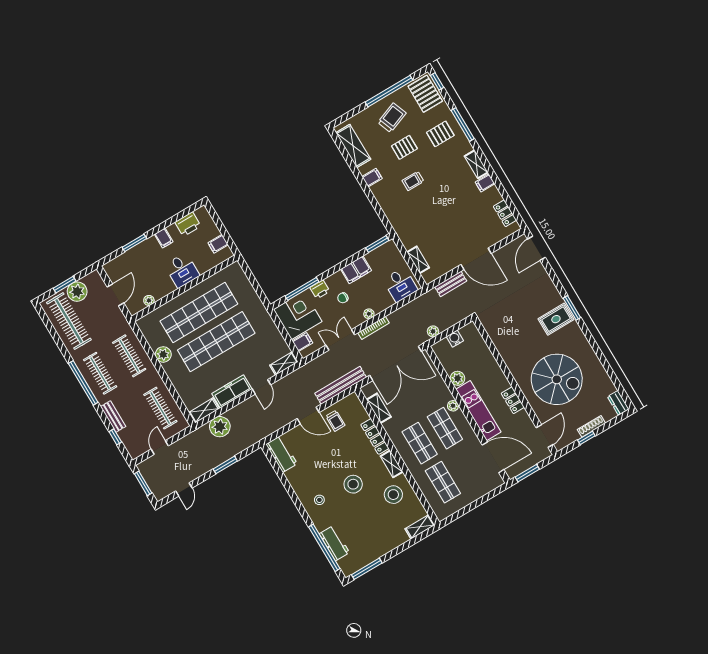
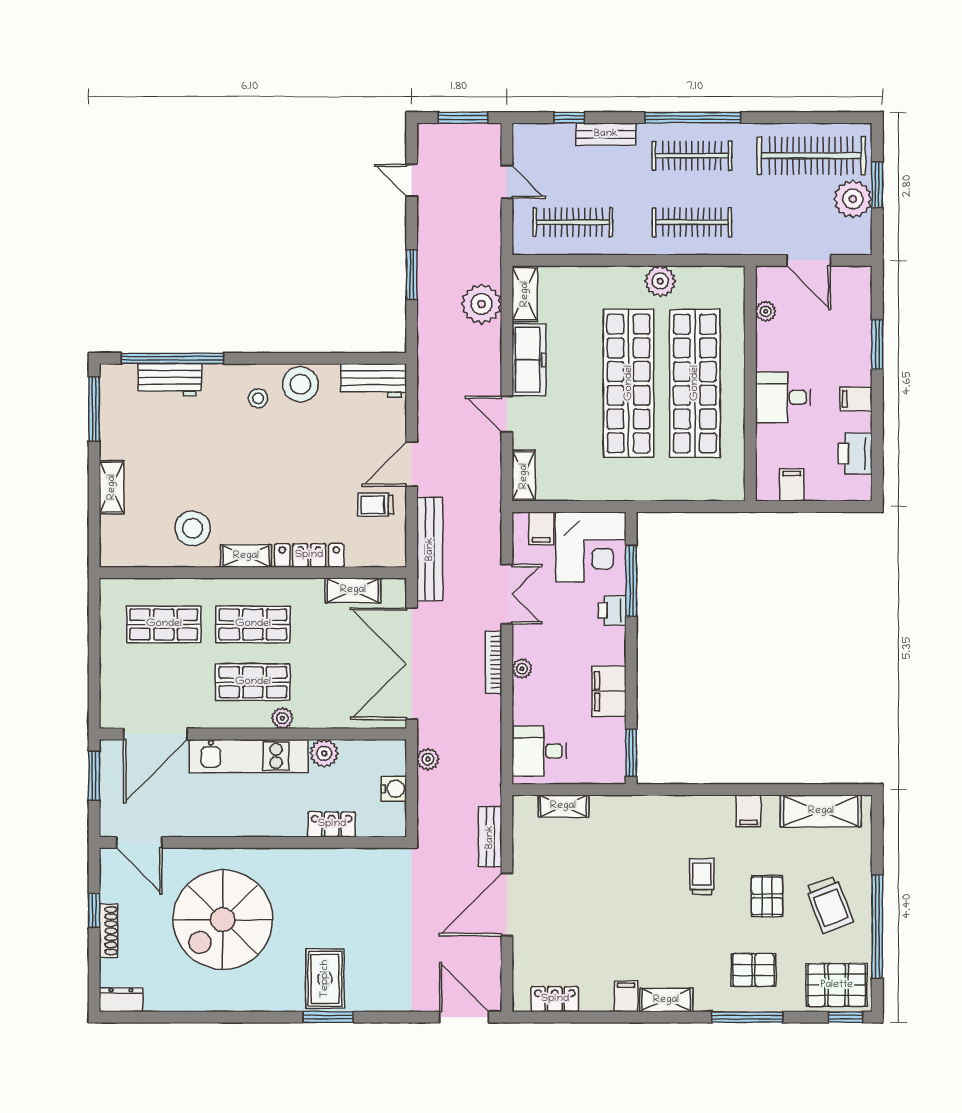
pallet: (440, 134) -> (754, 970), turned 90
chair: (343, 298) -> (575, 641), removed
locker: (513, 400) -> (332, 824), moved
stool: (353, 484) -> (300, 384), moved
shelving: (420, 527) -> (112, 487), moved

